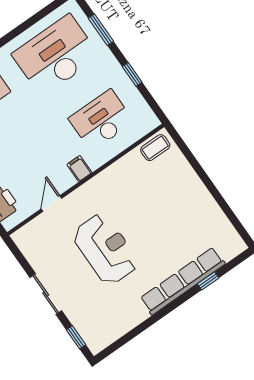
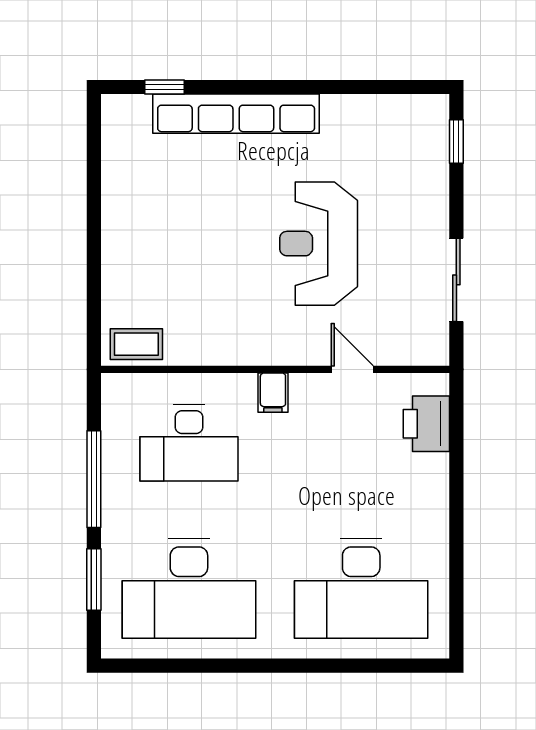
window: (132, 74) -> (94, 479), width x2.17
door: (51, 204) -> (352, 369), swing flipped
window: (208, 281) -> (165, 87), moved
sliding door: (46, 294) -> (456, 280), moved

